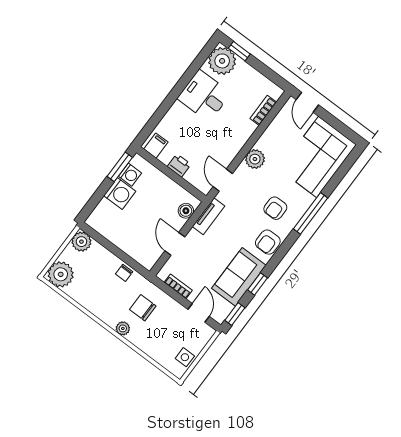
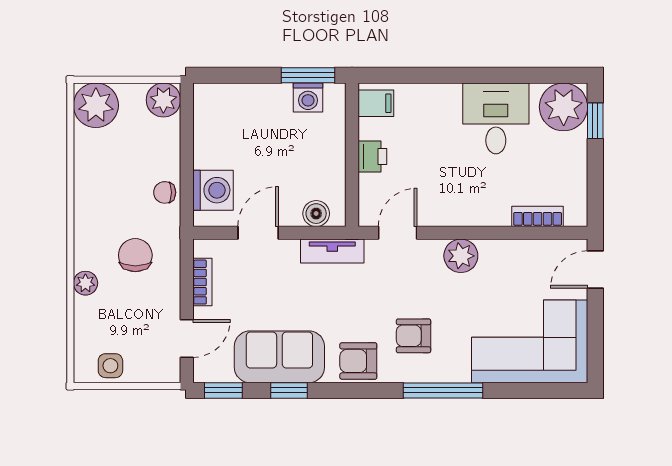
washing machine: (120, 193) -> (213, 190), moved, turned -90
plant: (123, 328) -> (85, 283), moved

